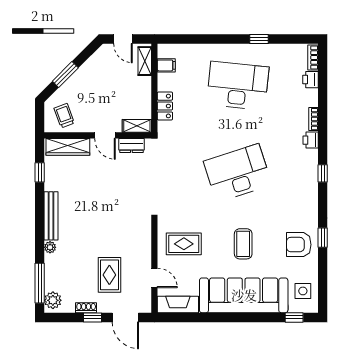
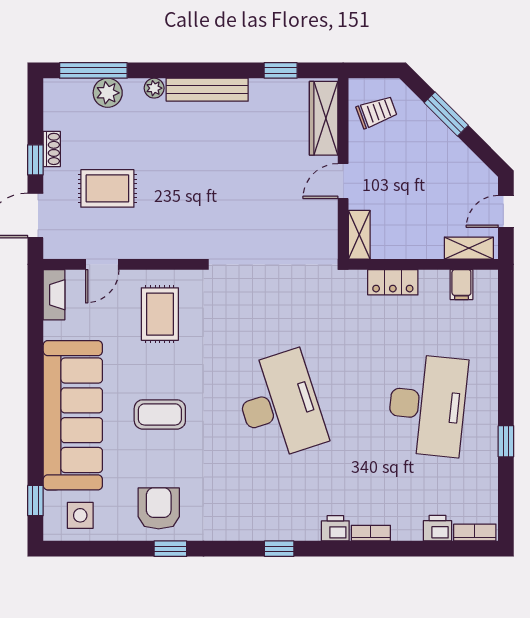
dresser: (131, 146) -> (326, 226), removed
plant: (53, 300) -> (108, 93), moved
fireplace: (178, 304) -> (54, 295), width x0.73, depth x0.76

